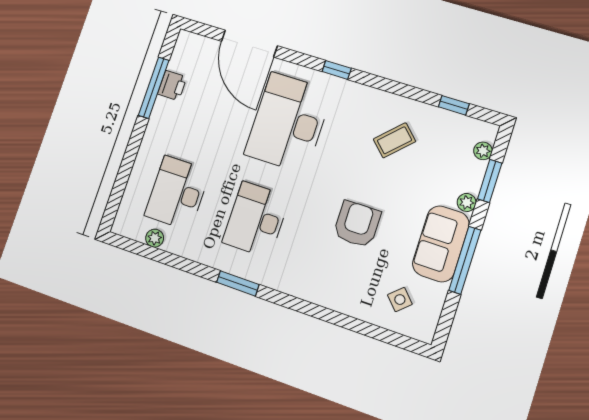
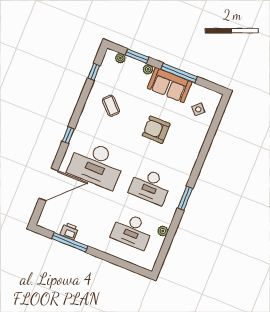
plant: (155, 238) -> (163, 231), moved

